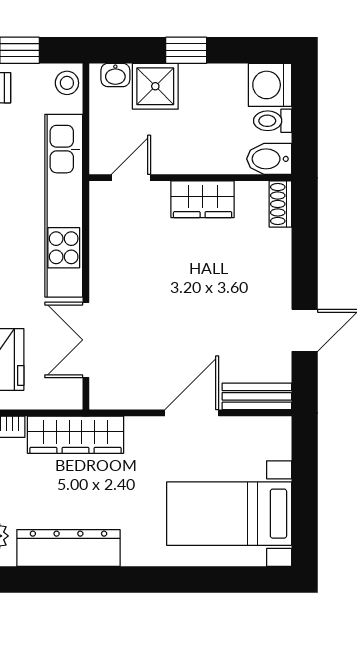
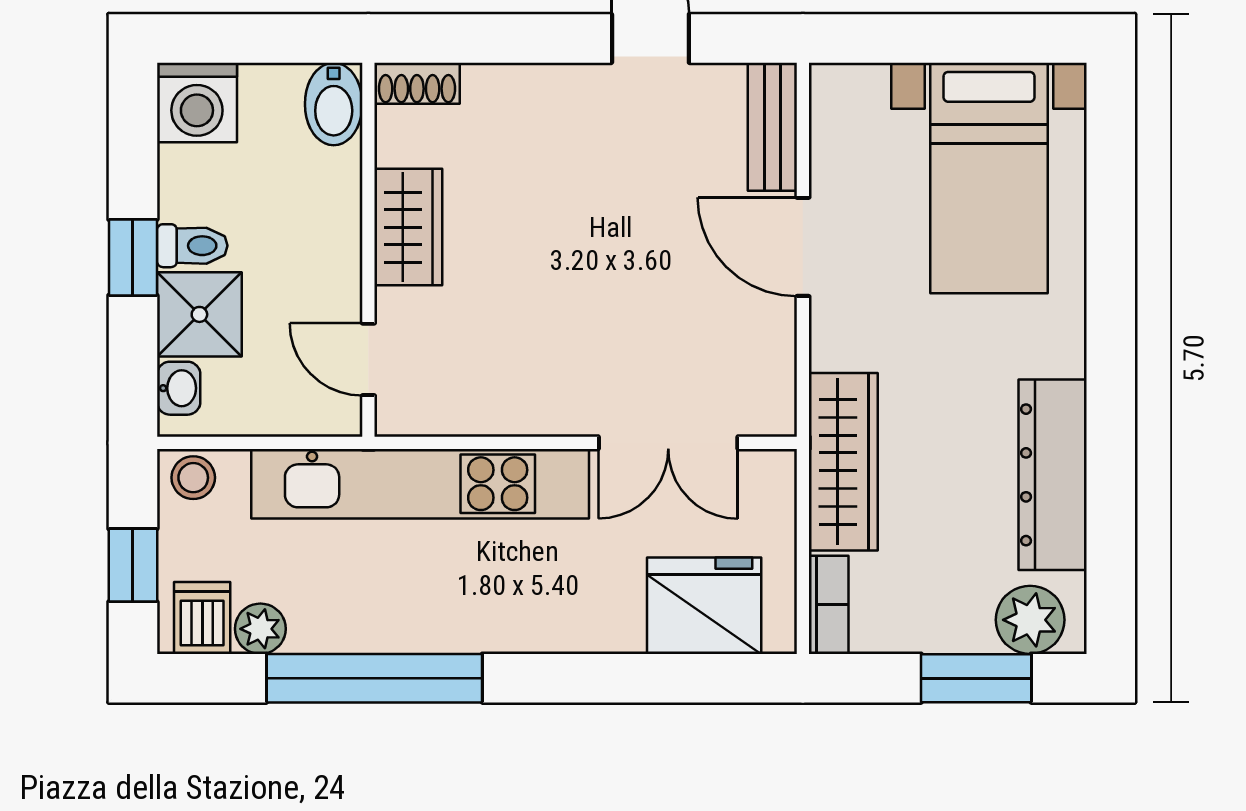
toilet: (273, 121) -> (192, 246), moved, turned -90

